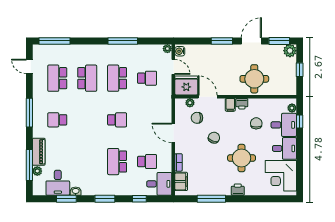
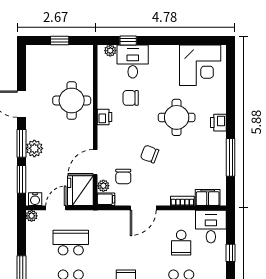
window: (279, 41) -> (21, 179), moved
plant: (290, 51) -> (34, 148), moved
school desk: (147, 78) -> (71, 243), width x1.85
filing cabinet: (230, 105) -> (106, 199), moved
desk: (284, 148) -> (164, 61), removed
school desk: (147, 162) -> (181, 243), turned 180

